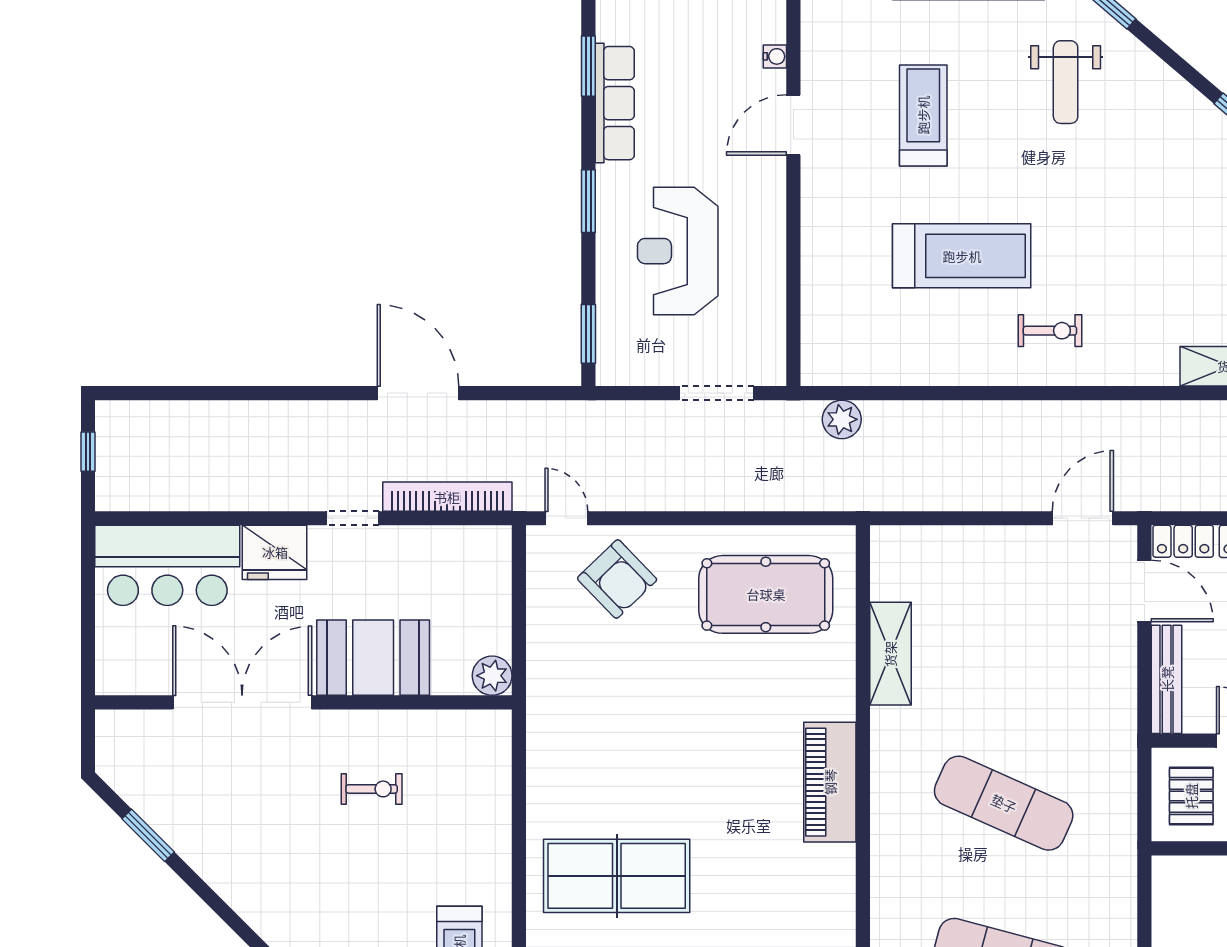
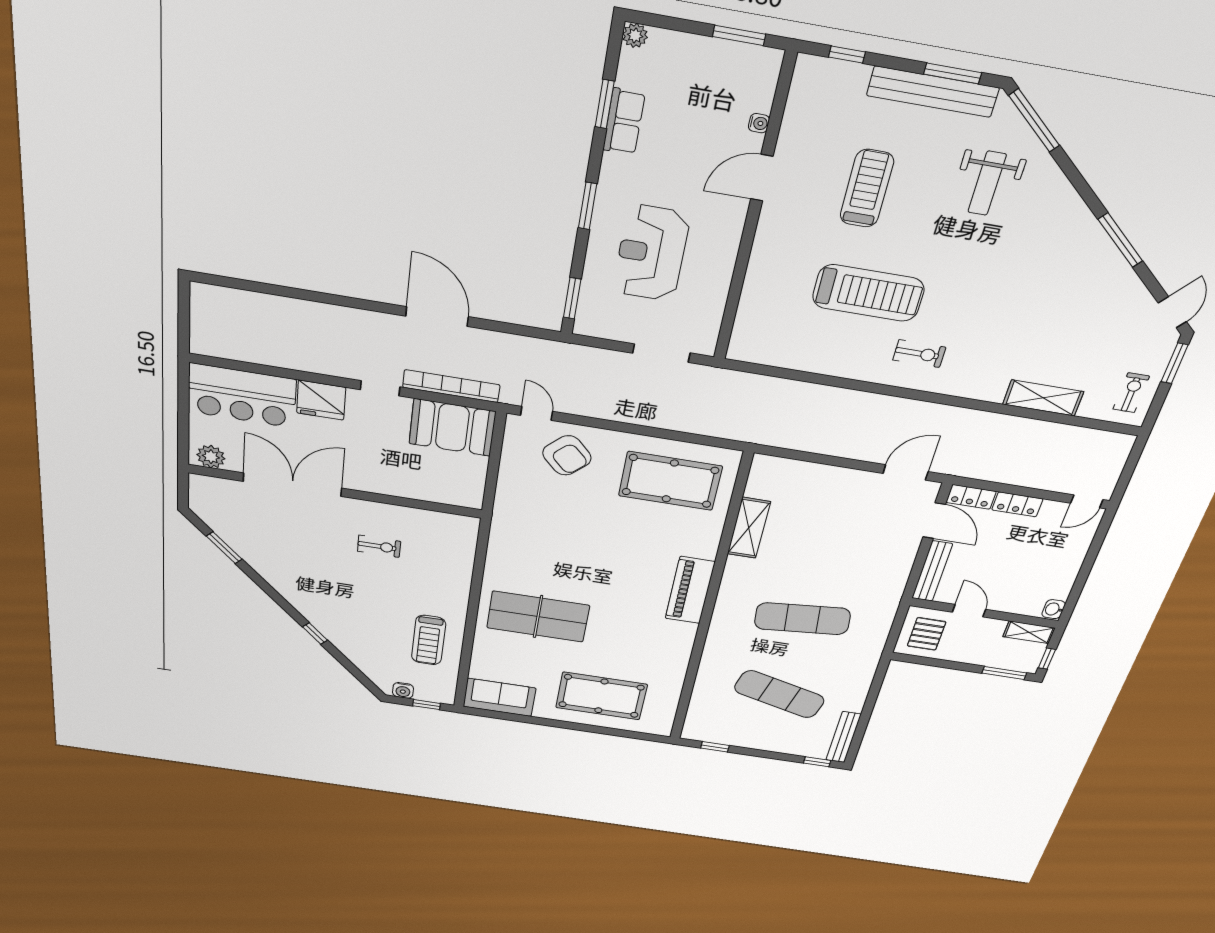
row of seats: (615, 103) -> (624, 122), width x0.68
plant: (842, 419) -> (750, 385), removed
window: (88, 452) -> (184, 314), removed
booth: (373, 658) -> (452, 428), moved
plant: (492, 676) -> (211, 457), moved
exercise mat: (1004, 803) -> (802, 619), turned -30

